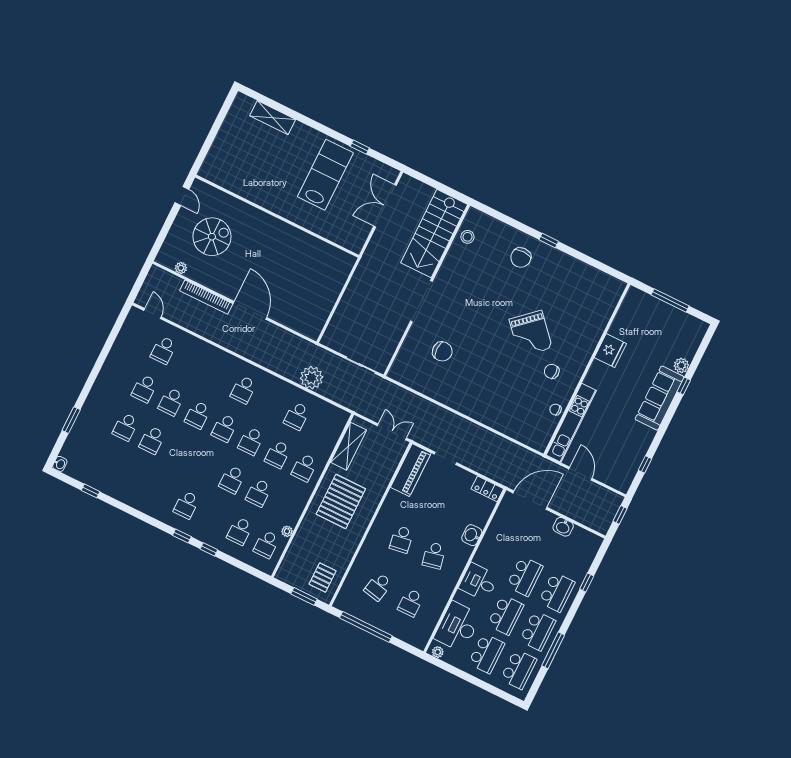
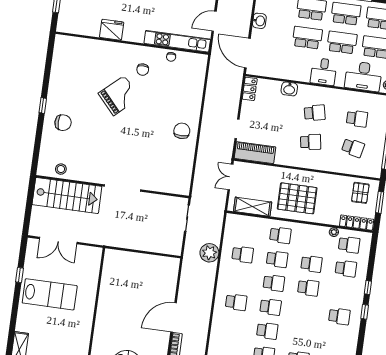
lab bench: (325, 175) -> (50, 294), turned 180
chair: (442, 351) -> (182, 131), moved
locker: (289, 562) -> (357, 223), added
pallet: (323, 578) -> (360, 193), turned 90

